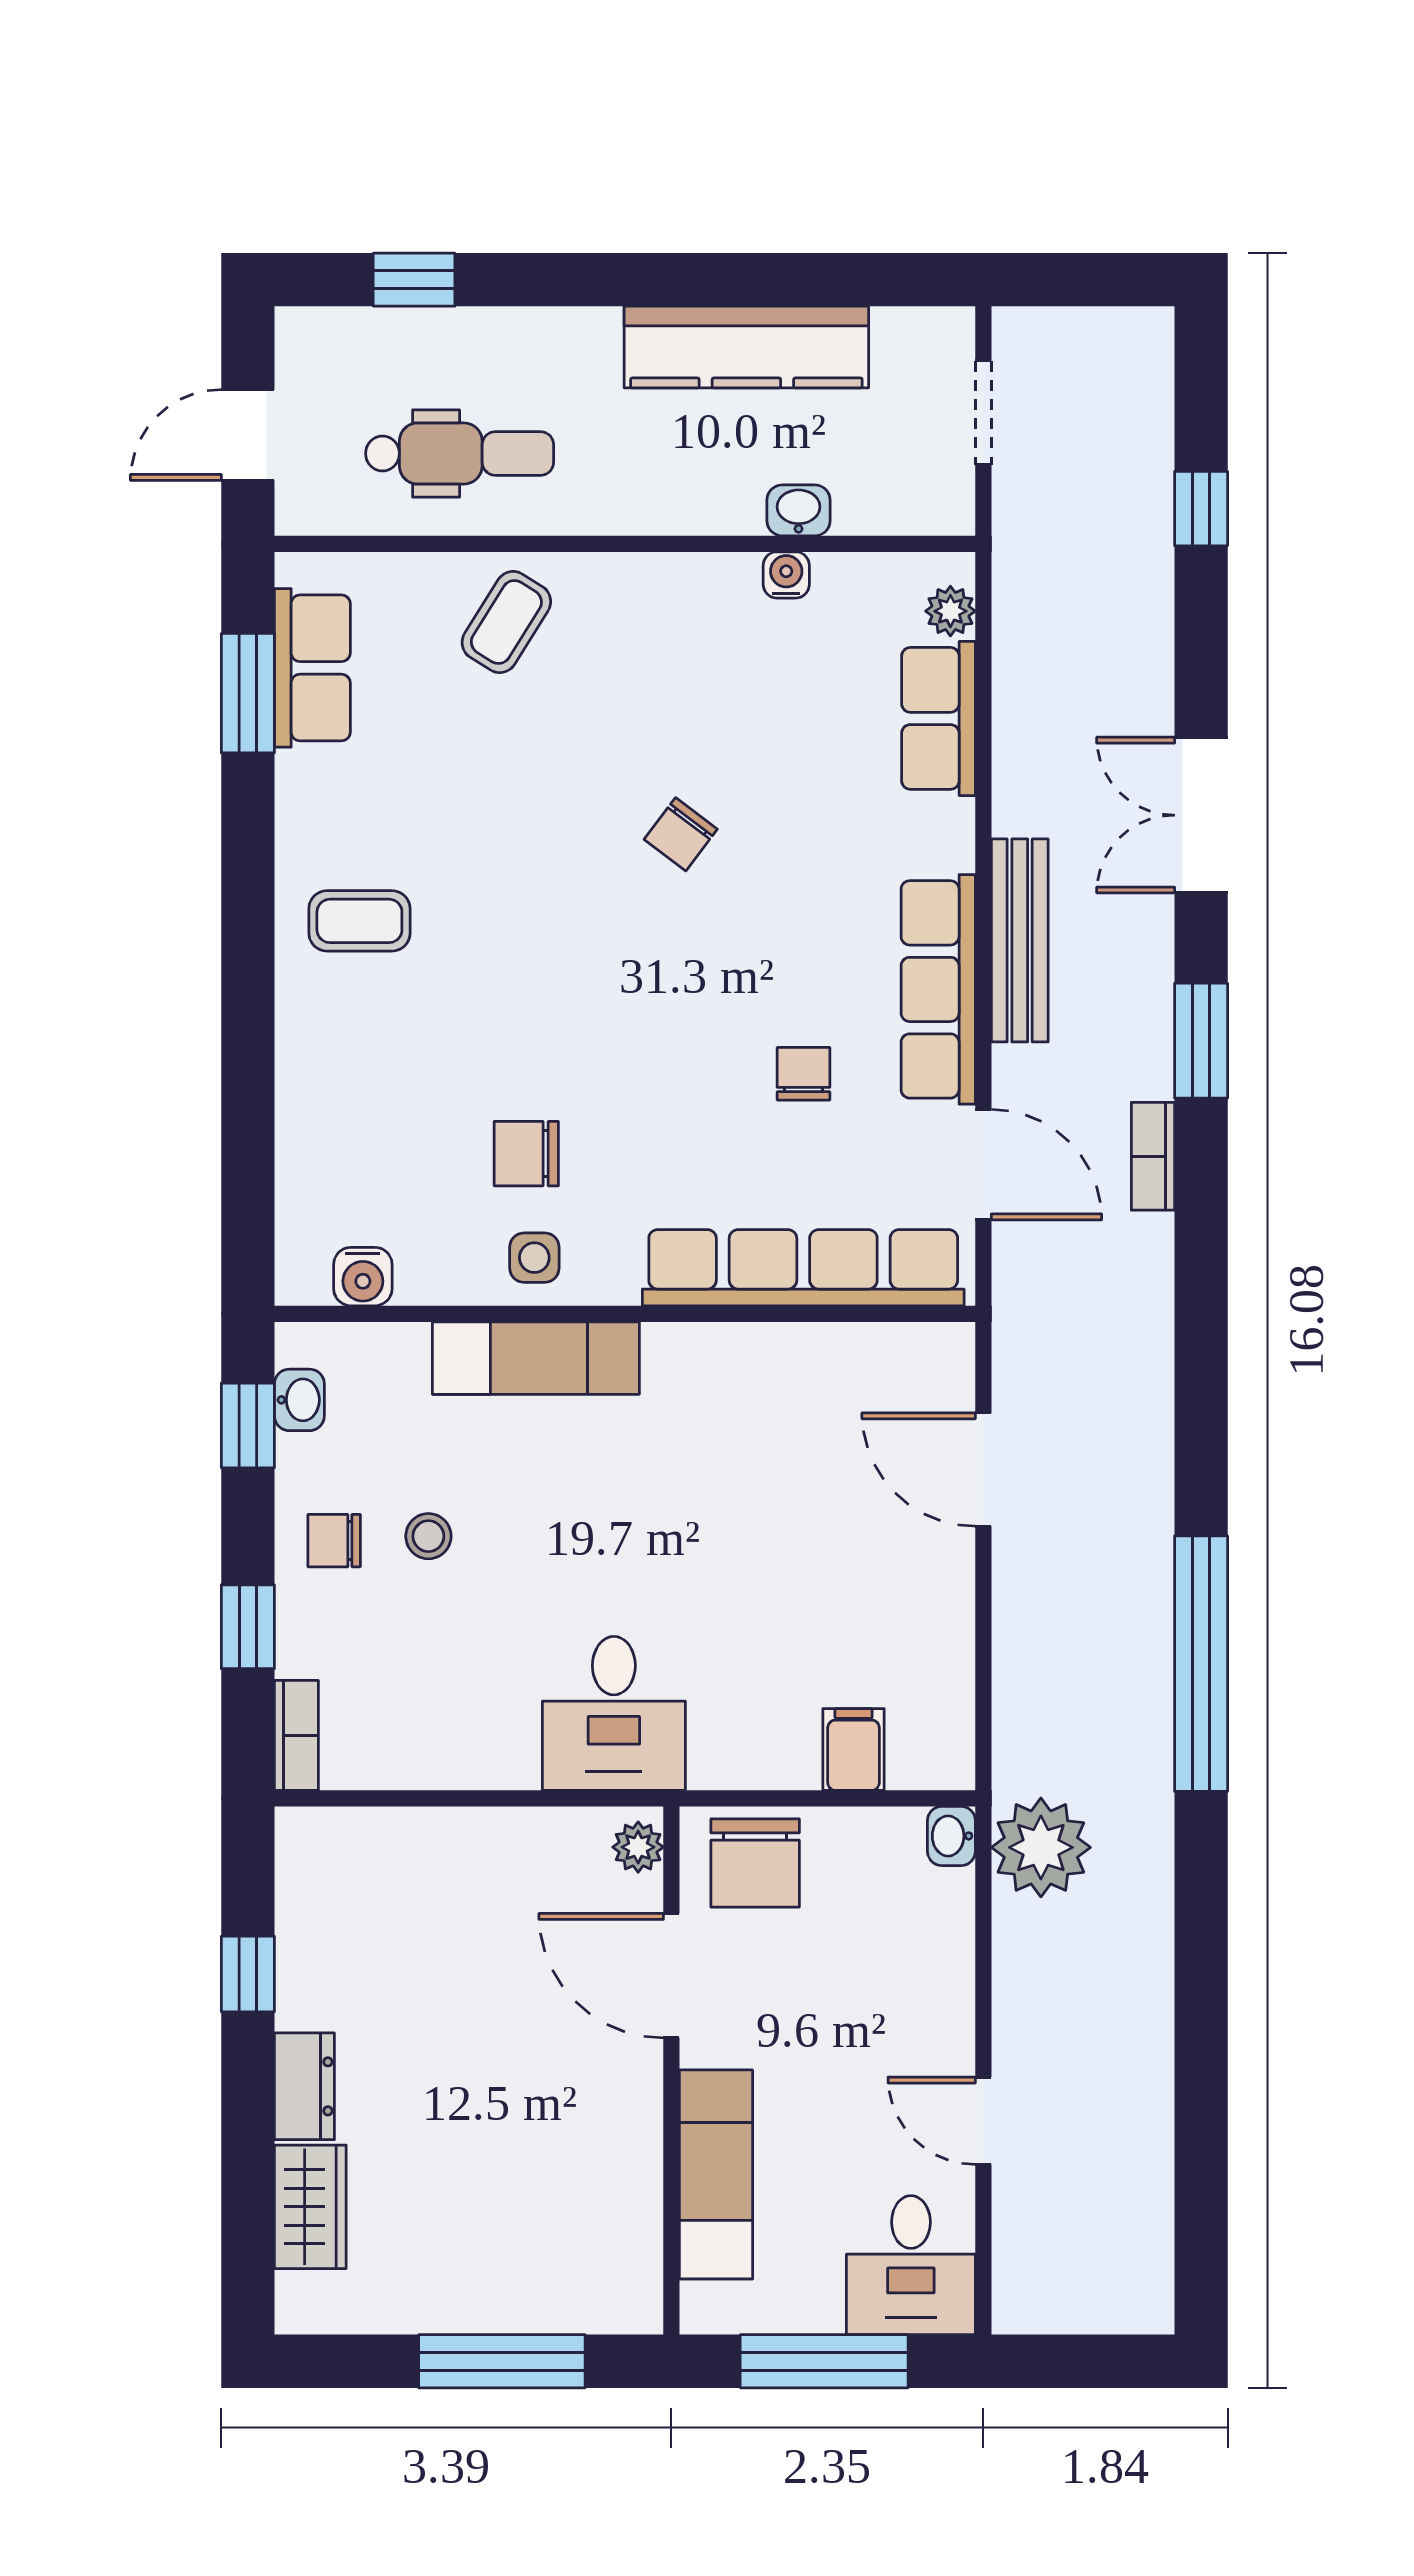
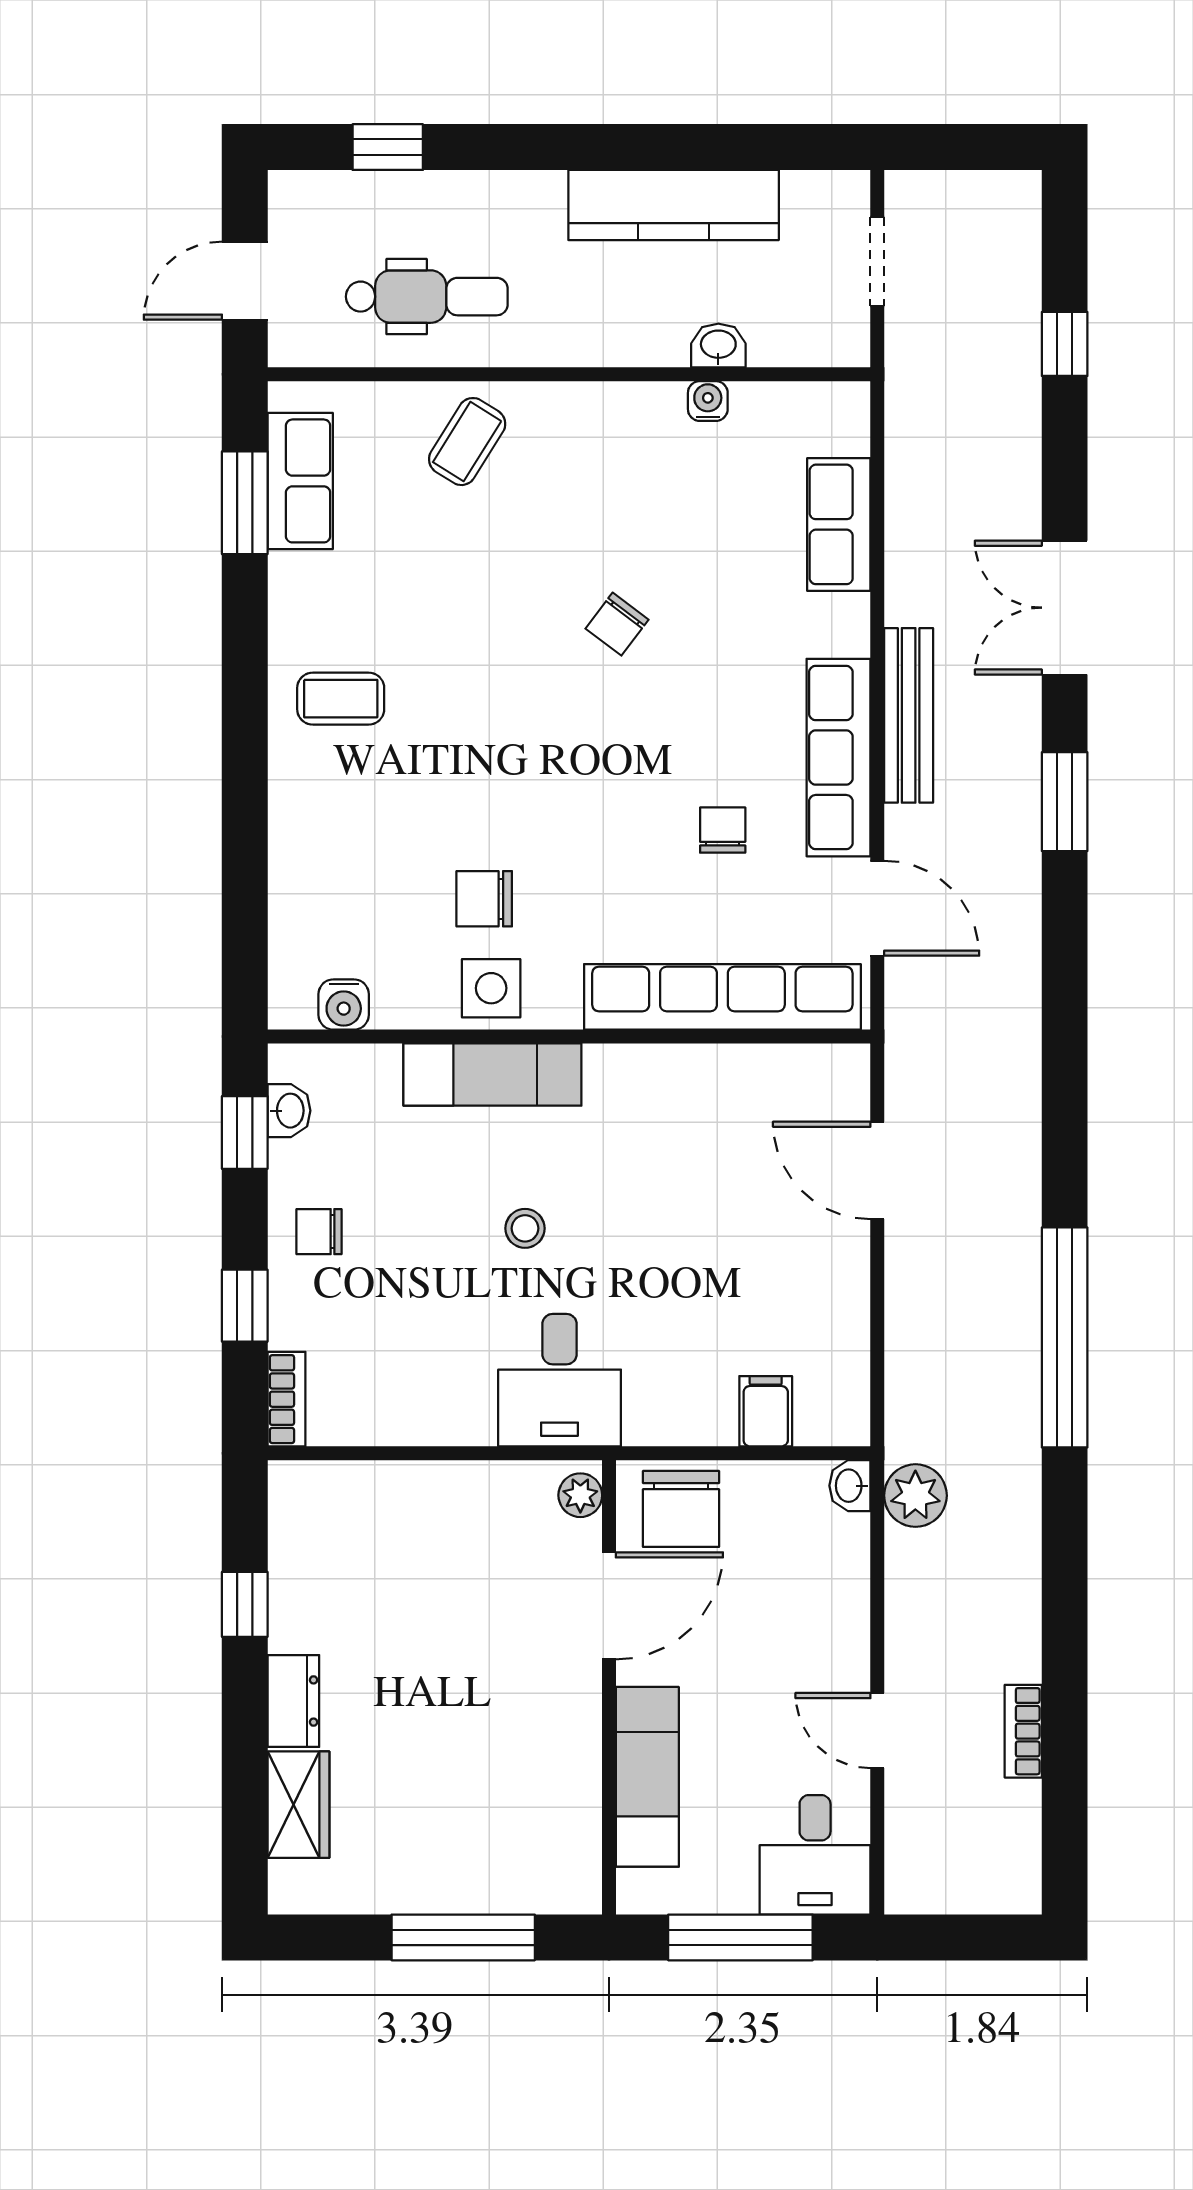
plant: (950, 611) -> (849, 432), removed
bookcase: (1153, 1156) -> (1023, 1731), moved
side table: (534, 1258) -> (491, 988), width x1.37, depth x1.37
stool: (428, 1536) -> (525, 1228), moved
plant: (1041, 1847) -> (915, 1496), width x0.73, depth x0.73
door: (671, 1976) -> (609, 1606), swing flipped

